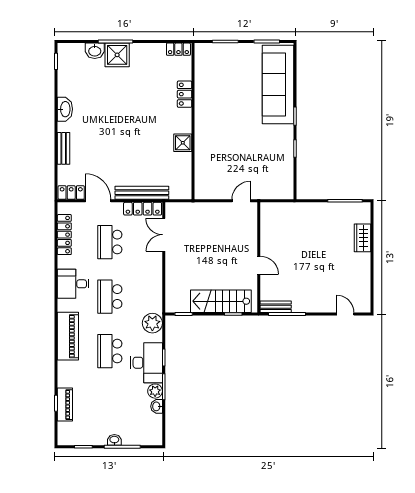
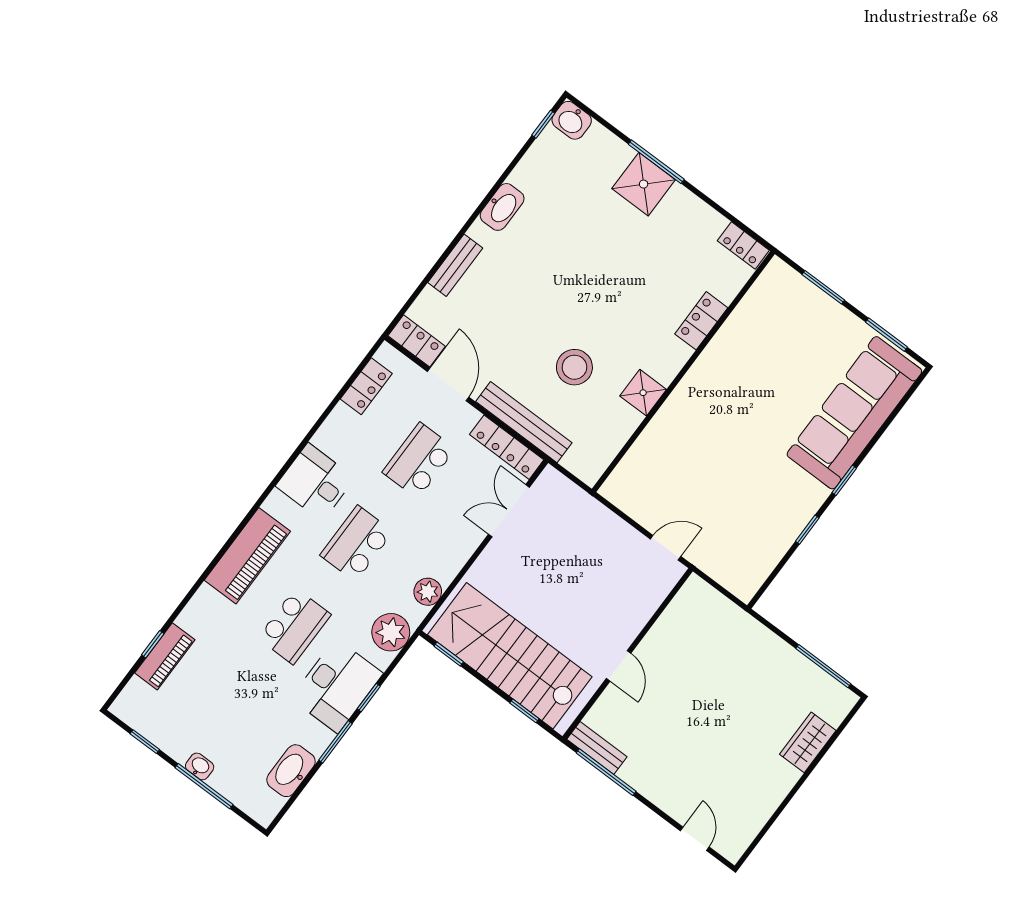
washbasin: (95, 51) -> (572, 120), moved
stool: (146, 154) -> (574, 367), added
locker: (64, 235) -> (366, 386), width x0.66
stairs: (221, 301) -> (510, 656), width x1.36, depth x1.51
school desk: (110, 351) -> (294, 626), turned 180
plant: (155, 391) -> (428, 592), moved
washbasin: (157, 406) -> (291, 771), width x1.91, depth x1.45

